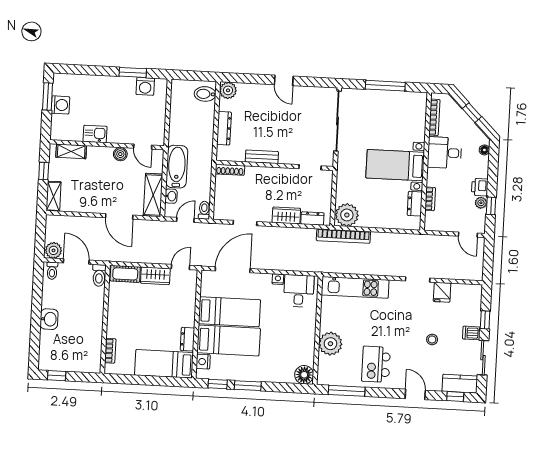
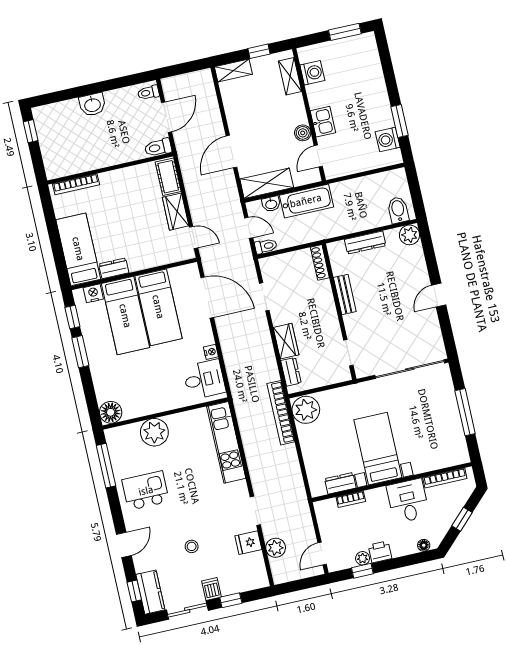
washing machine: (60, 105) -> (312, 73), moved, turned -90
kitchen sink: (95, 134) -> (323, 122), moved
plant: (54, 250) -> (276, 548), moved
bookcase: (110, 351) -> (76, 184), width x1.56

